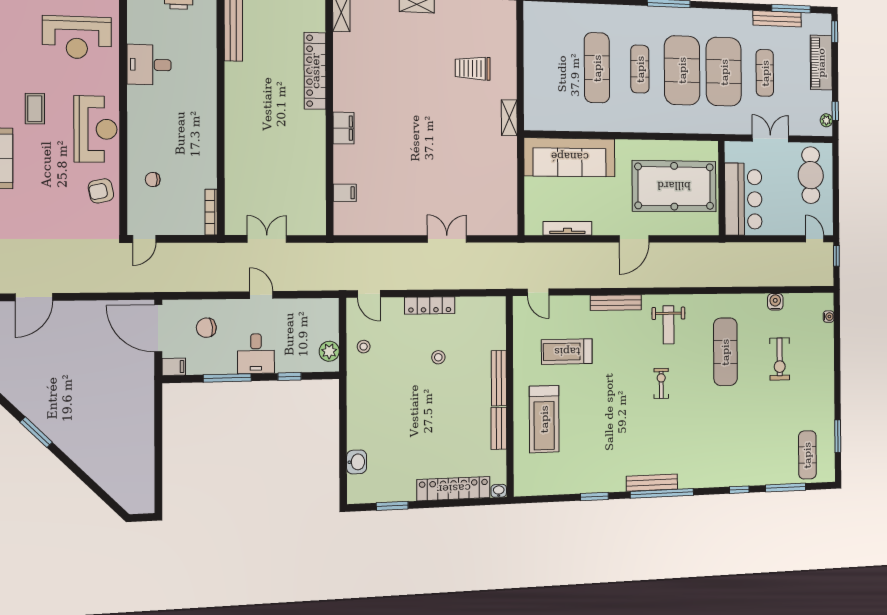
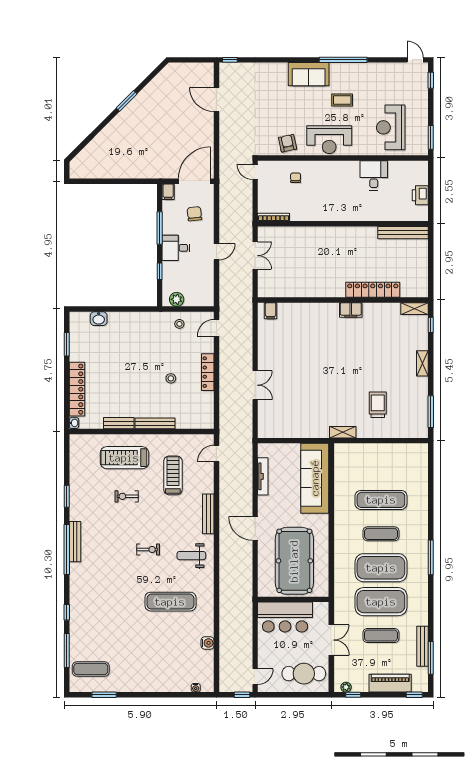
filing cabinet: (344, 128) -> (351, 310), moved
filing cabinet: (345, 193) -> (271, 311), moved
exercise bike: (780, 359) -> (127, 496), moved, width x0.73, depth x0.72

